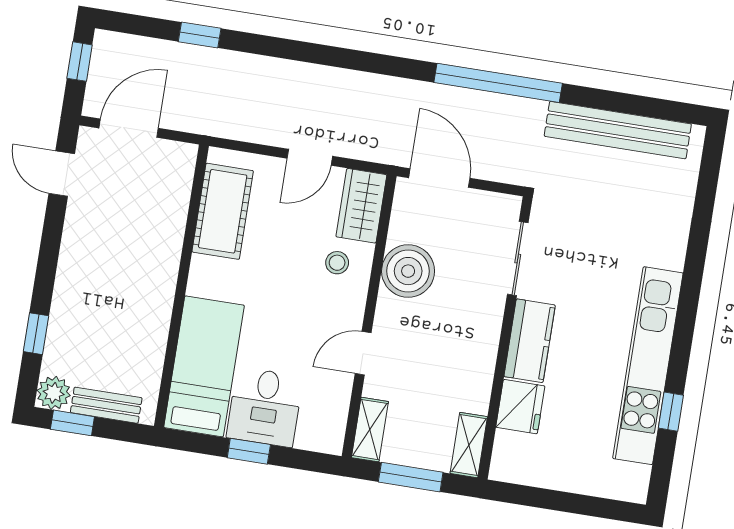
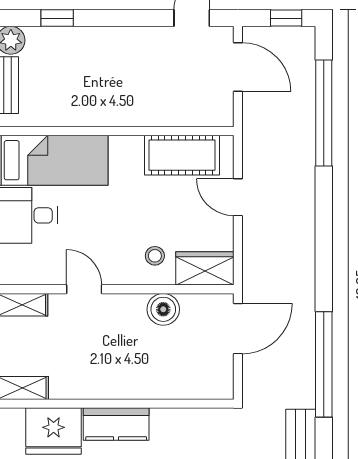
window: (200, 35) -> (324, 113), width x3.17
door: (310, 157) -> (238, 197), moved
sliding door: (518, 259) -> (182, 404), removed
boiler: (408, 271) -> (163, 309), width x0.73, depth x0.73
fridge: (520, 407) -> (54, 431), width x1.36, depth x1.34

